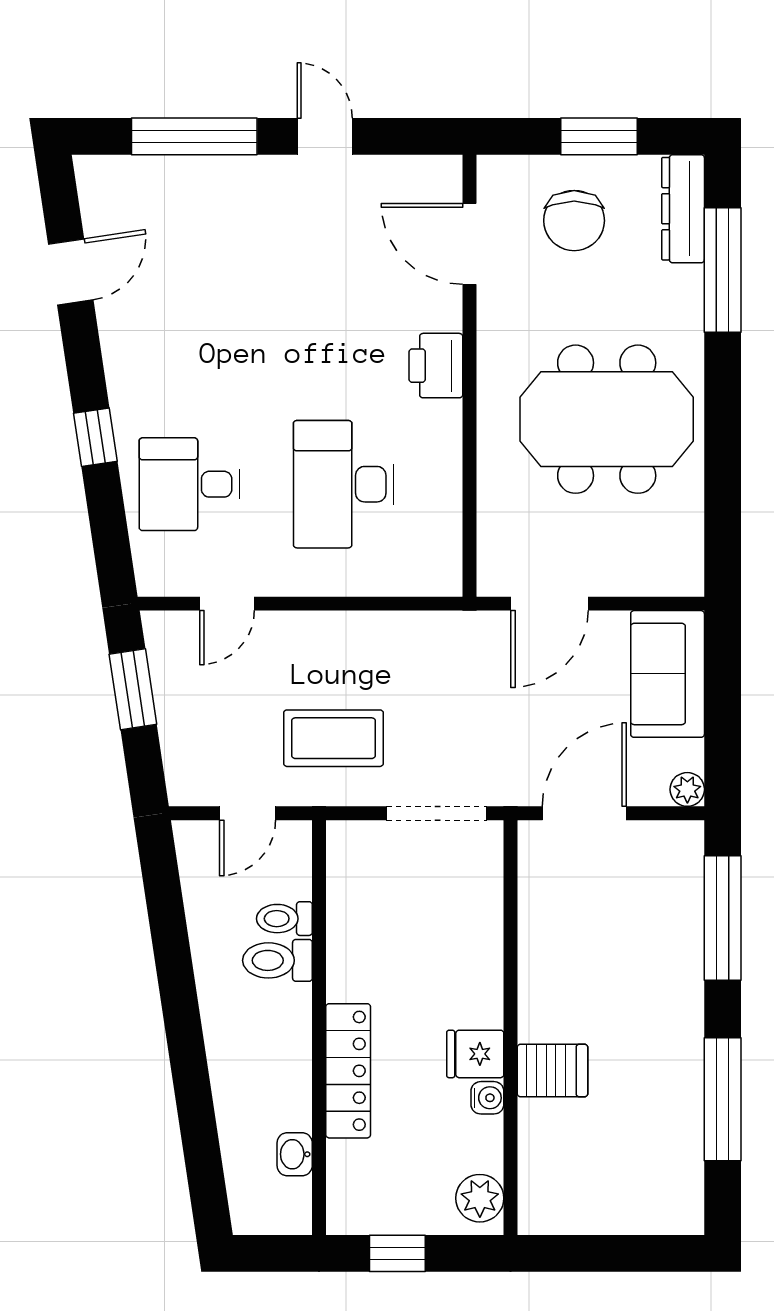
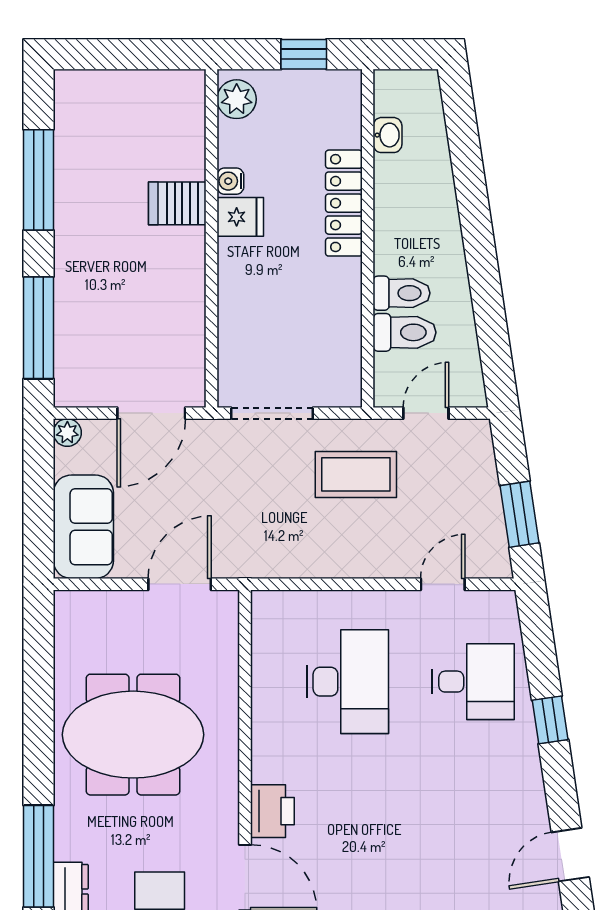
printer: (436, 366) -> (272, 811), moved
toilet: (284, 919) -> (405, 332), width x1.37, depth x1.39

